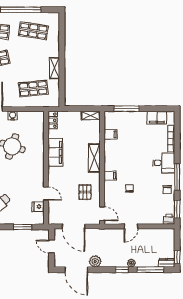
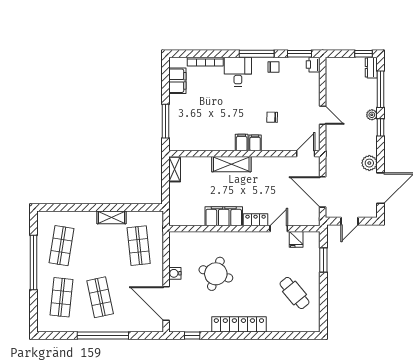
locker: (53, 120) -> (256, 220), moved
filing cabinet: (111, 134) -> (242, 143), moved
pallet: (85, 192) -> (277, 177), removed
door: (74, 226) -> (323, 192), swing flipped

